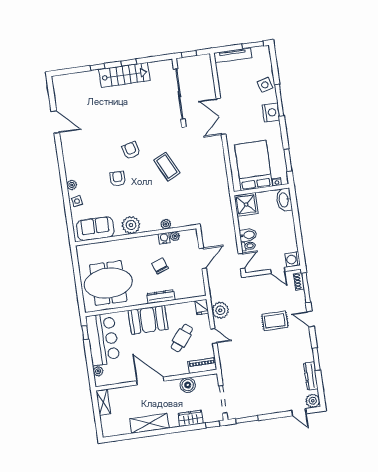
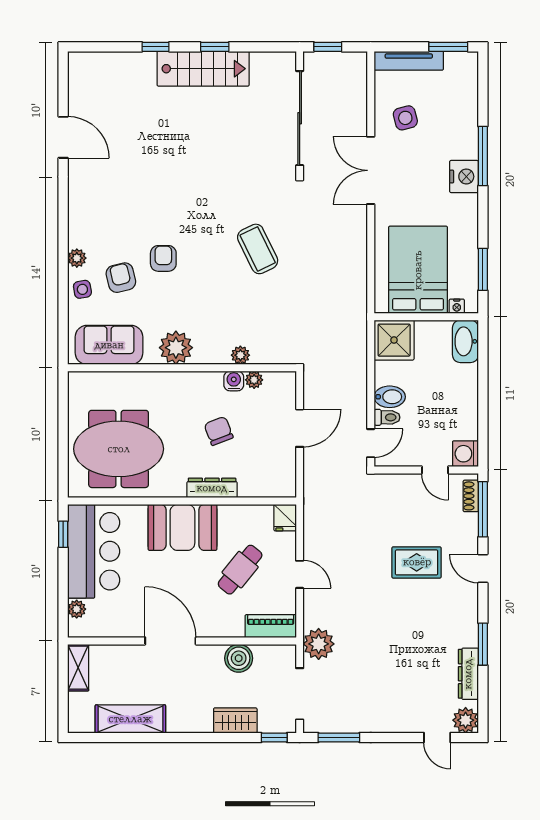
side table: (265, 85) -> (405, 118), moved
armchair: (131, 150) -> (121, 278), moved
plant: (220, 310) -> (319, 644), moved
shelving: (149, 423) -> (130, 719), moved

